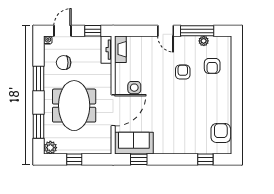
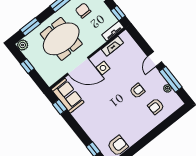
fireplace: (120, 49) -> (112, 46), moved

